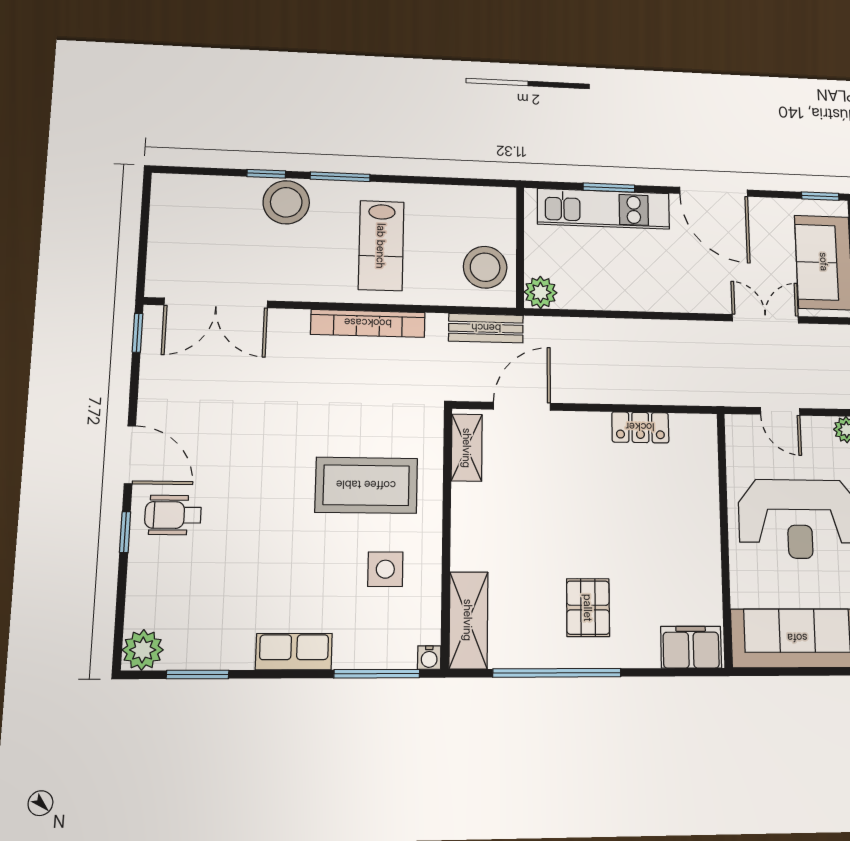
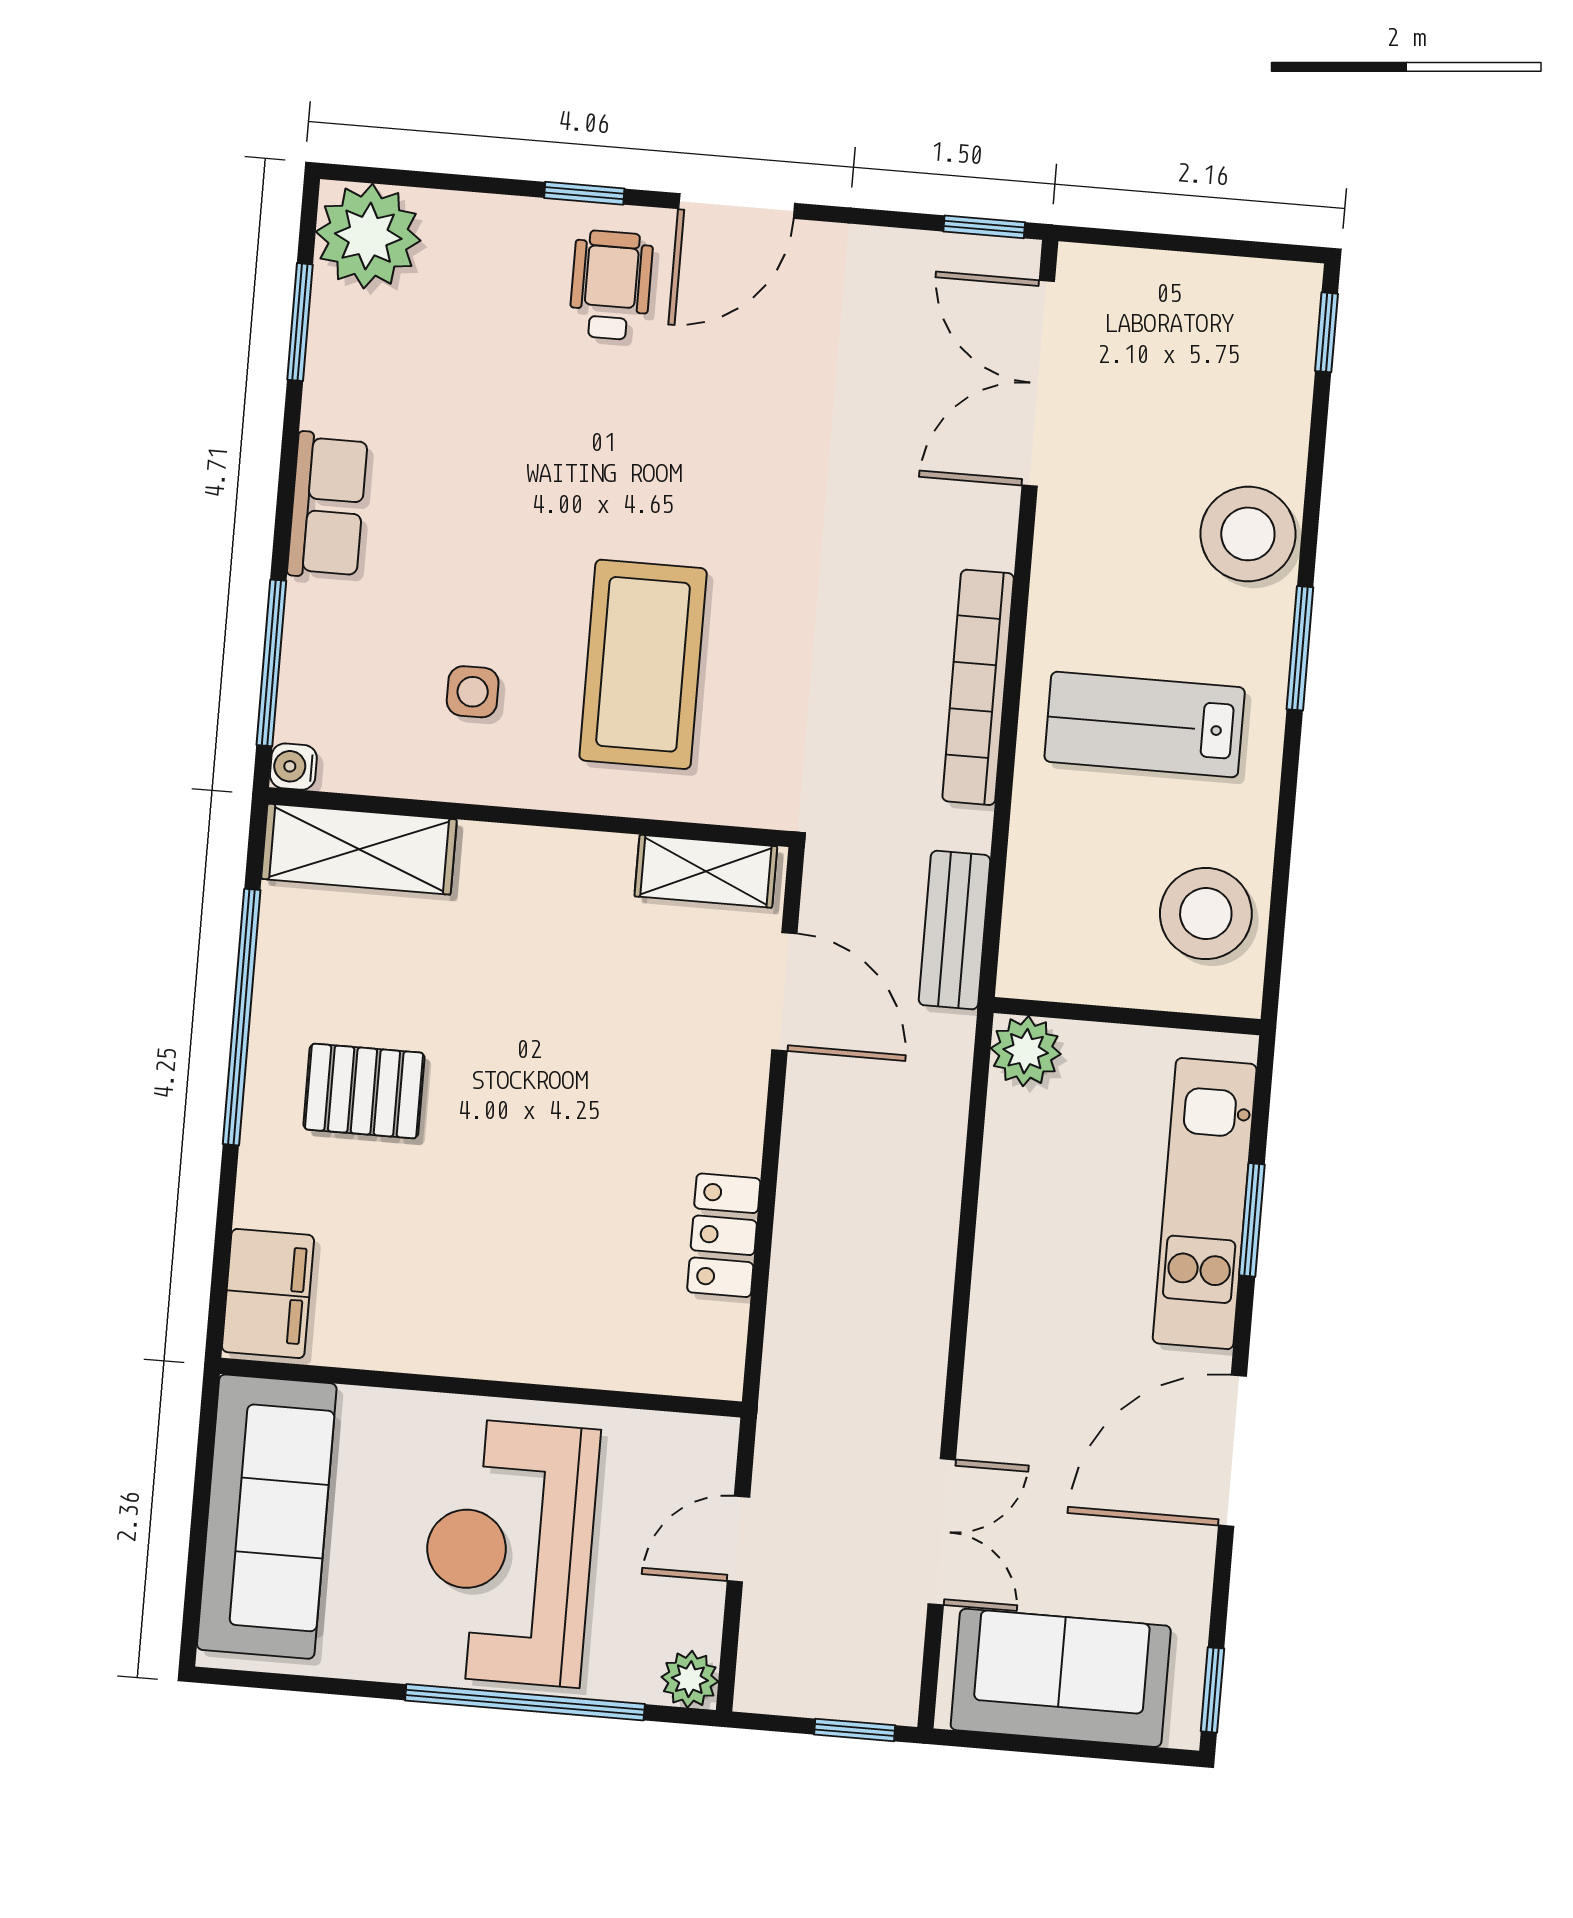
window: (266, 174) -> (1326, 332), moved
stool: (485, 267) -> (1206, 914), moved
side table: (385, 569) -> (473, 692), width x0.73, depth x0.73
plant: (143, 650) -> (368, 236), width x1.36, depth x1.36

